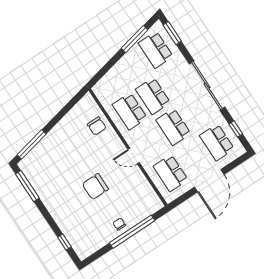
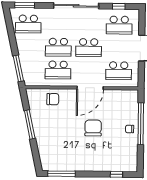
window: (135, 39) -> (18, 68), moved
window: (32, 144) -> (30, 124), moved
door: (134, 156) -> (90, 88), width x1.87
chair: (95, 187) -> (93, 128), turned 180

